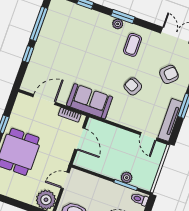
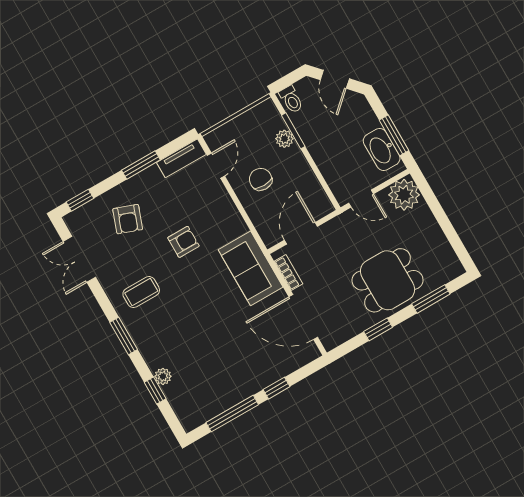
plant: (118, 24) -> (163, 376), moved
armchair: (169, 74) -> (128, 219), turned -116
armchair: (133, 86) -> (183, 242), turned -117
door: (44, 99) -> (303, 317), width x1.36
tv unit: (170, 120) -> (181, 158), width x0.71
chair: (121, 148) -> (261, 179), added

